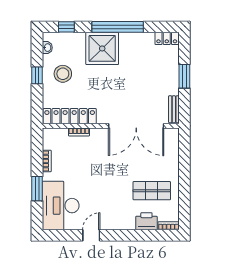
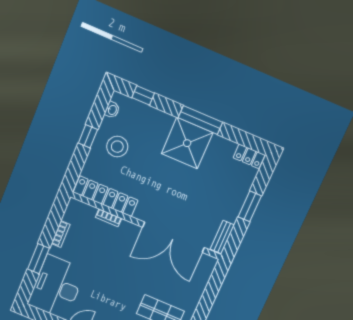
window: (118, 27) -> (200, 120), width x0.68
shower: (102, 48) -> (187, 143), moved

